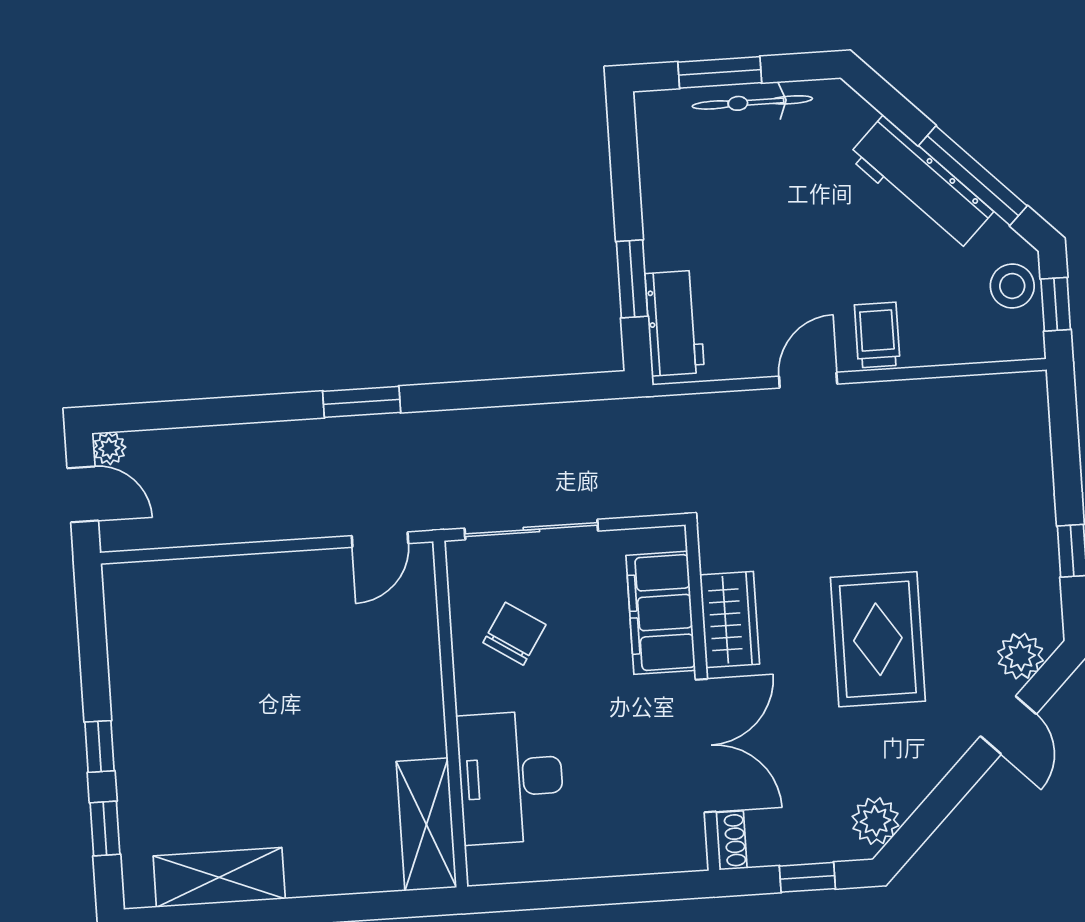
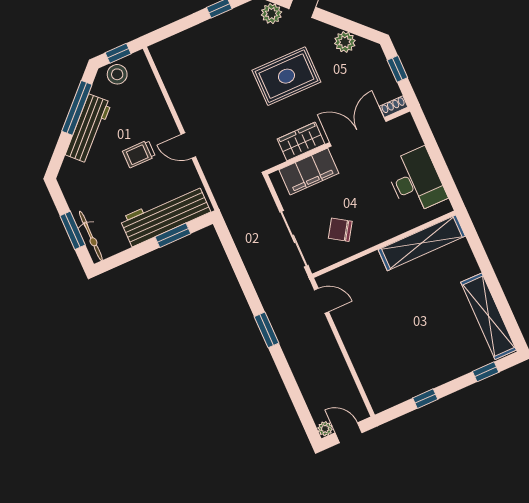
bicycle: (752, 102) -> (91, 236), moved
workbench: (675, 323) -> (165, 215), width x1.87, depth x1.32
trolley: (877, 335) -> (139, 154), moved
door: (83, 494) -> (349, 433), hinge flipped
window: (100, 746) -> (425, 399), moved
desk: (511, 777) -> (416, 181), moved, turned -90
plant: (875, 821) -> (345, 42), moved
shelving: (426, 824) -> (422, 243), width x1.47
shelving: (219, 877) -> (488, 316), width x1.47

